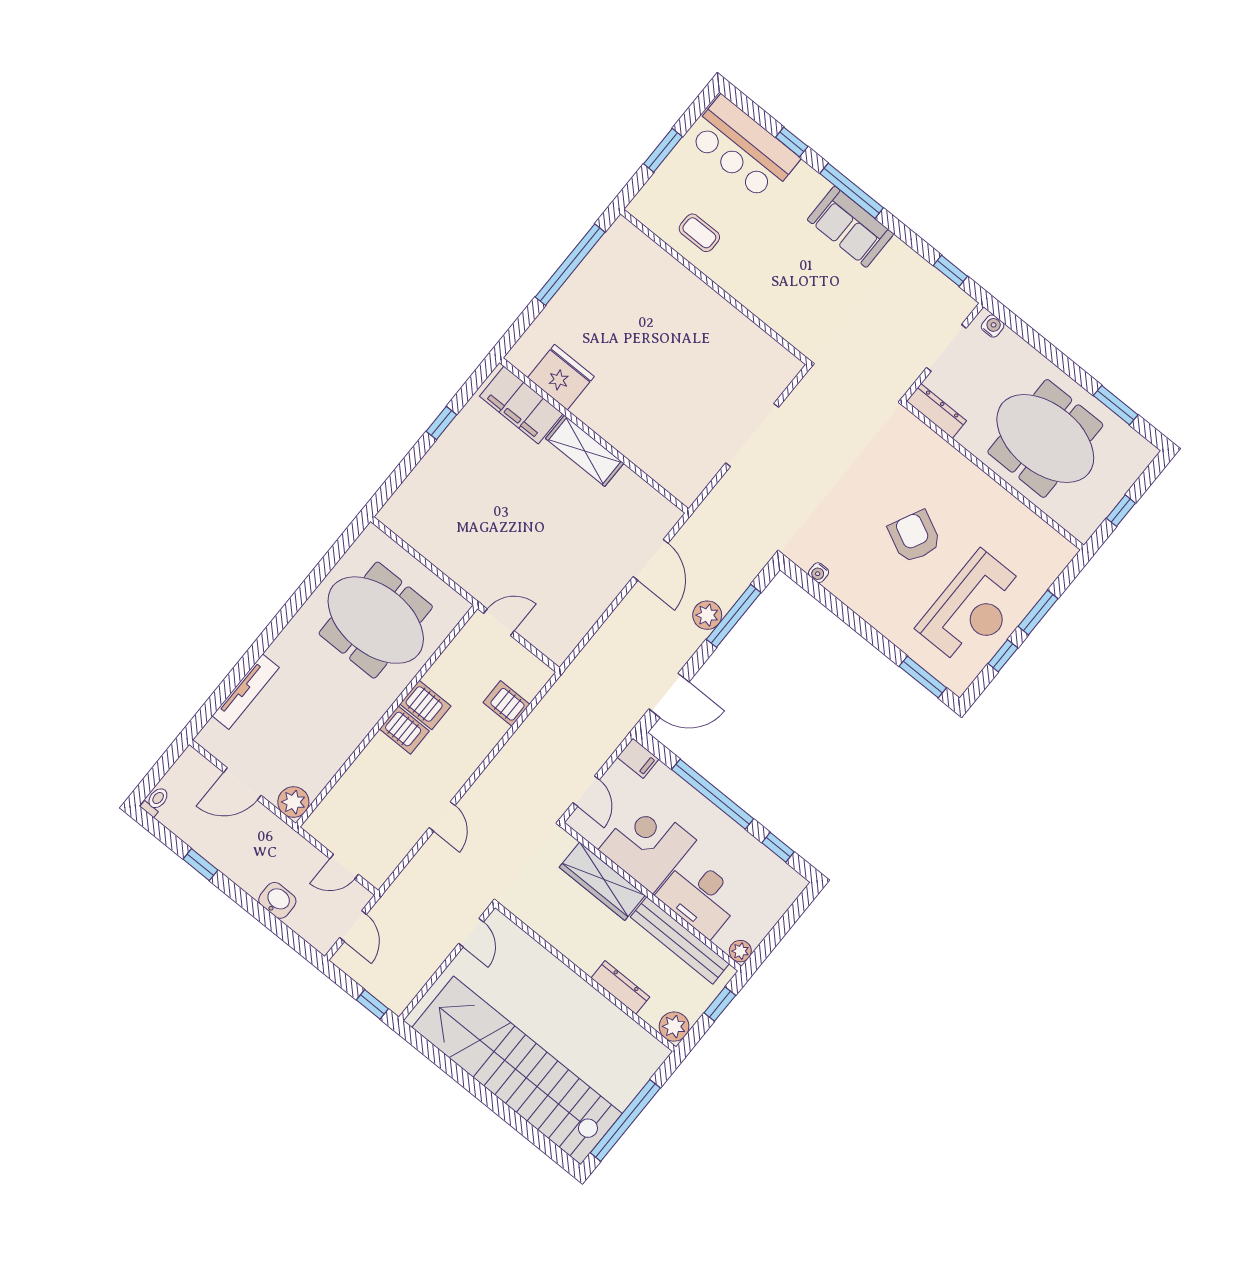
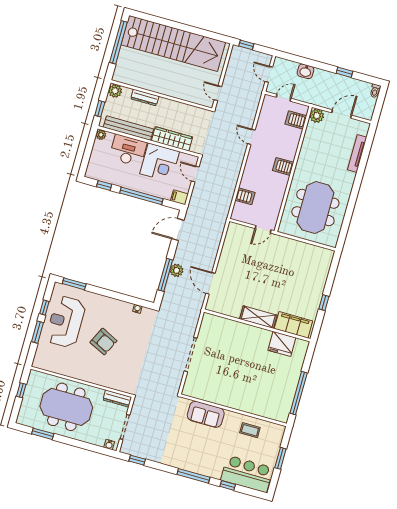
sofa: (850, 227) -> (206, 414), moved, turned 180
meeting table: (376, 620) -> (315, 208), turned 90
server rack: (425, 705) -> (296, 120), moved

